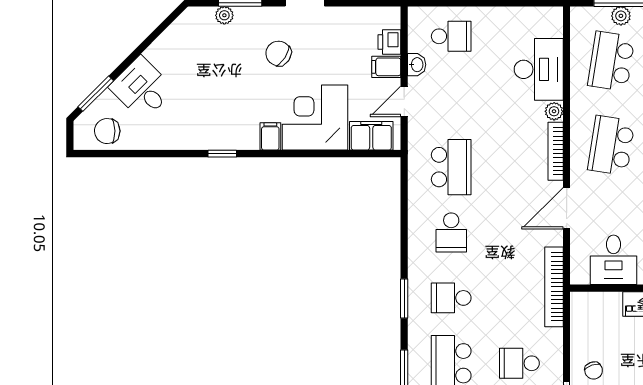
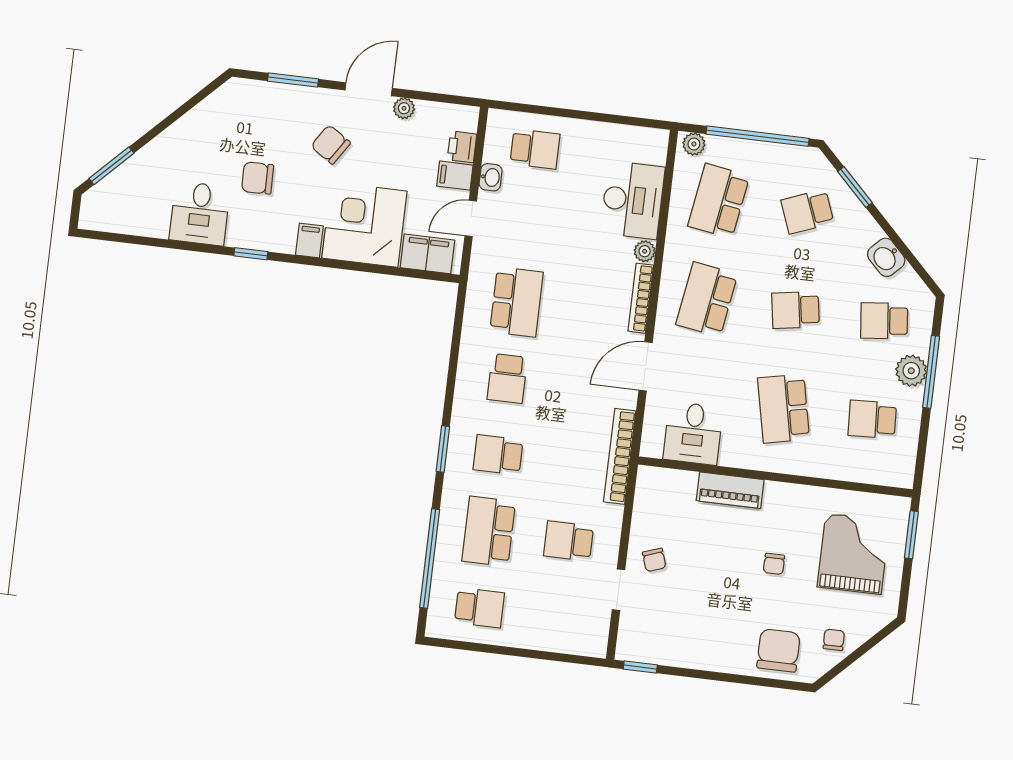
plant: (224, 15) -> (404, 108), moved
plant: (621, 16) -> (694, 144), moved
desk: (142, 88) -> (200, 213), moved, turned -135
chair: (107, 131) -> (258, 178), moved

